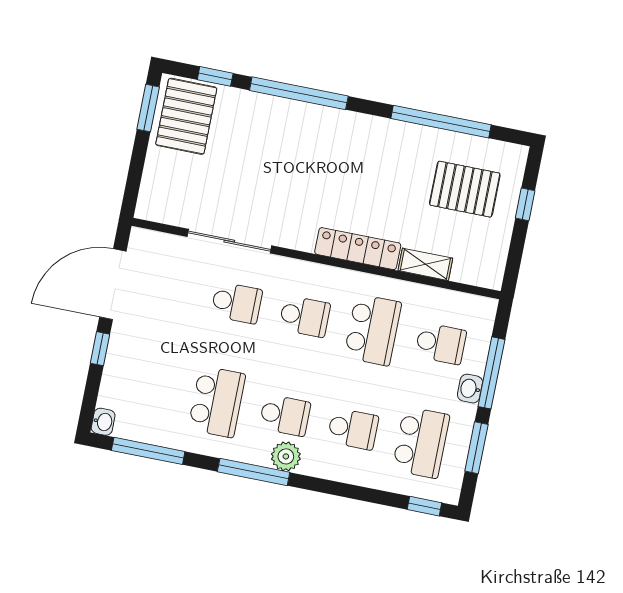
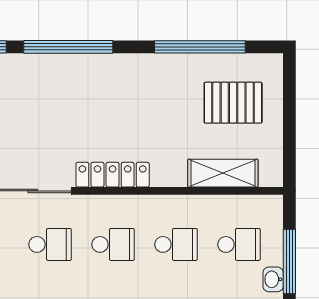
window: (525, 204) -> (289, 106), removed
locker: (358, 249) -> (113, 175), moved
shelving: (425, 264) -> (223, 173), width x1.50, depth x1.33
school desk: (373, 330) -> (176, 244), width x0.54

